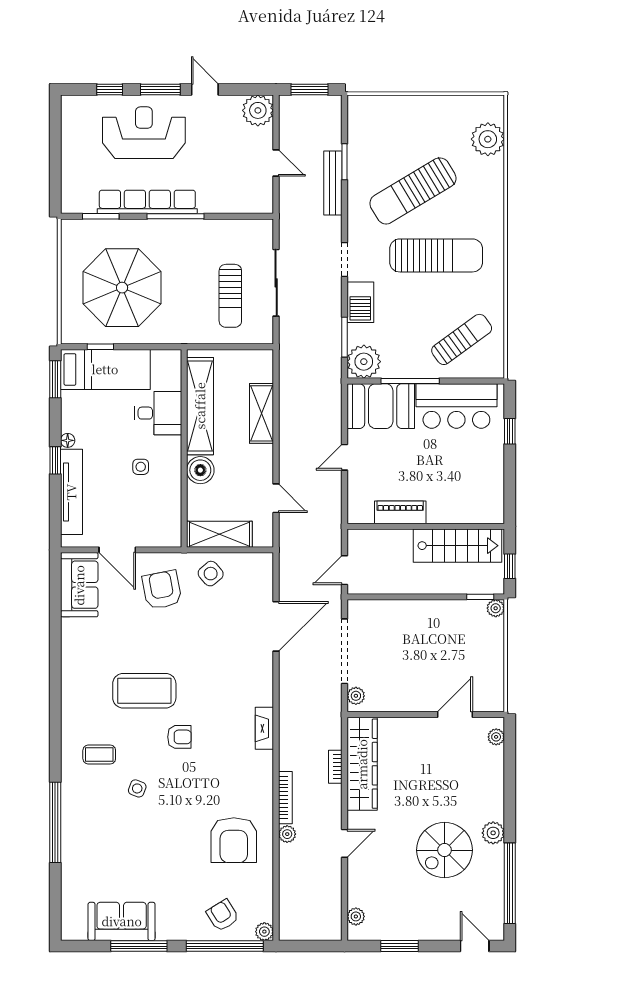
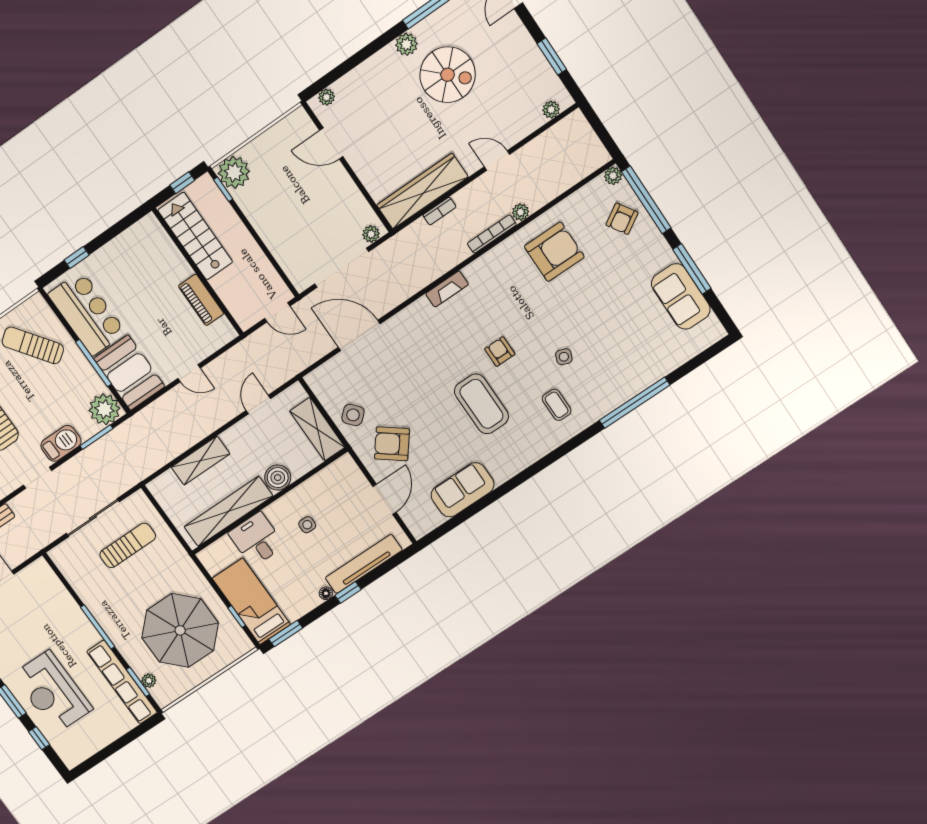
row of seats: (147, 202) -> (122, 682), moved
plant: (95, 227) -> (149, 681), added
sofa: (79, 585) -> (463, 490), moved
armchair: (162, 590) -> (392, 444), turned 49
plant: (496, 608) -> (234, 172), width x1.88, depth x1.88

